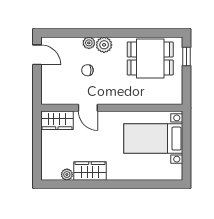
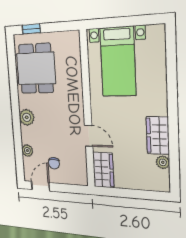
plant: (89, 43) -> (27, 151), moved
chair: (87, 70) -> (54, 163), moved
door: (88, 108) -> (89, 136), hinge flipped

